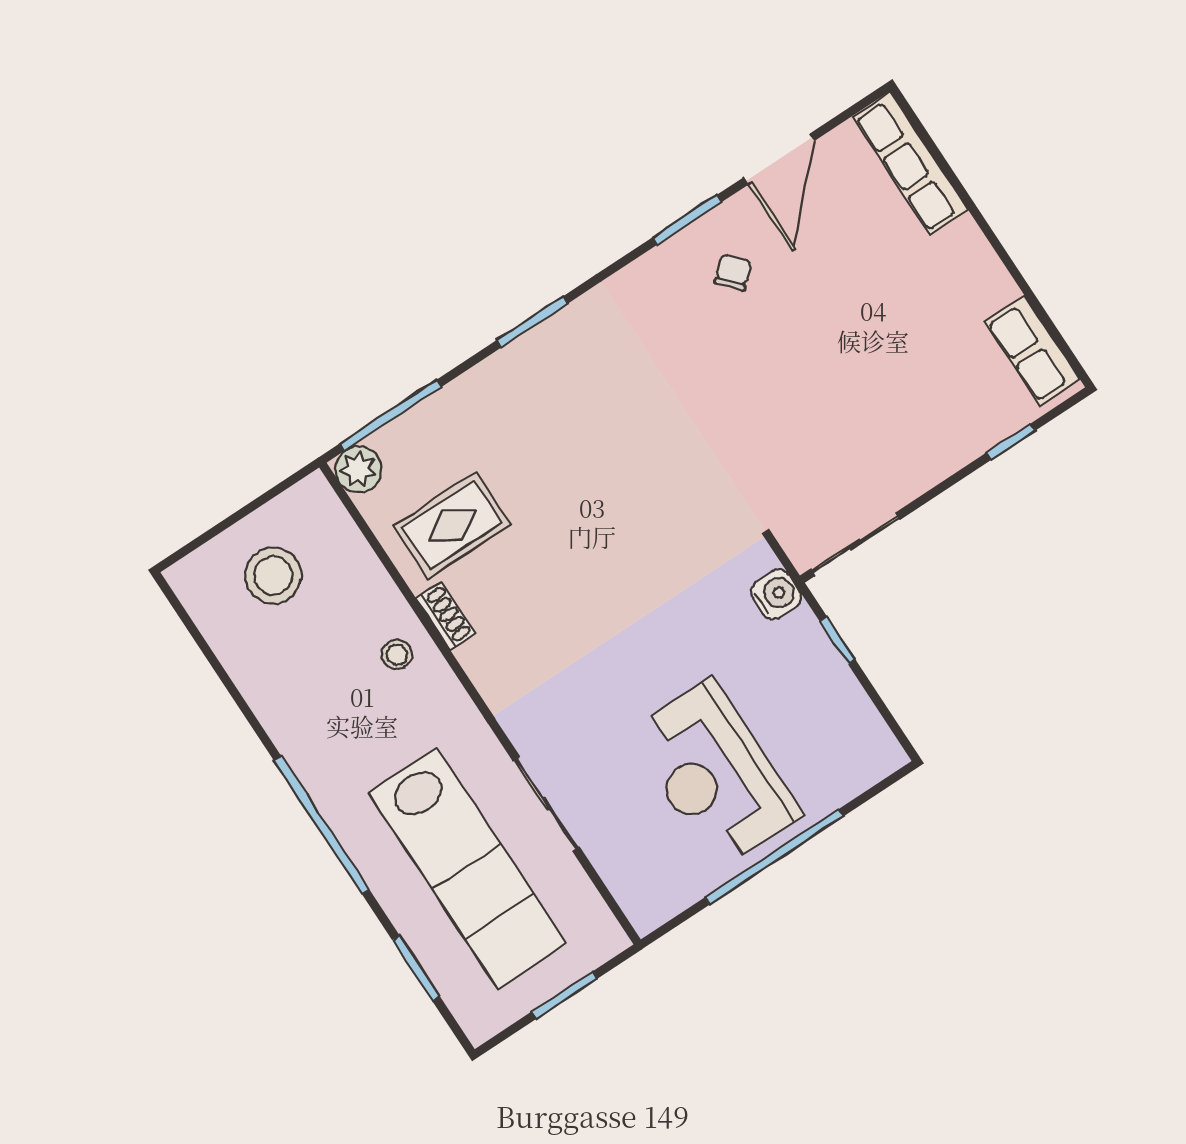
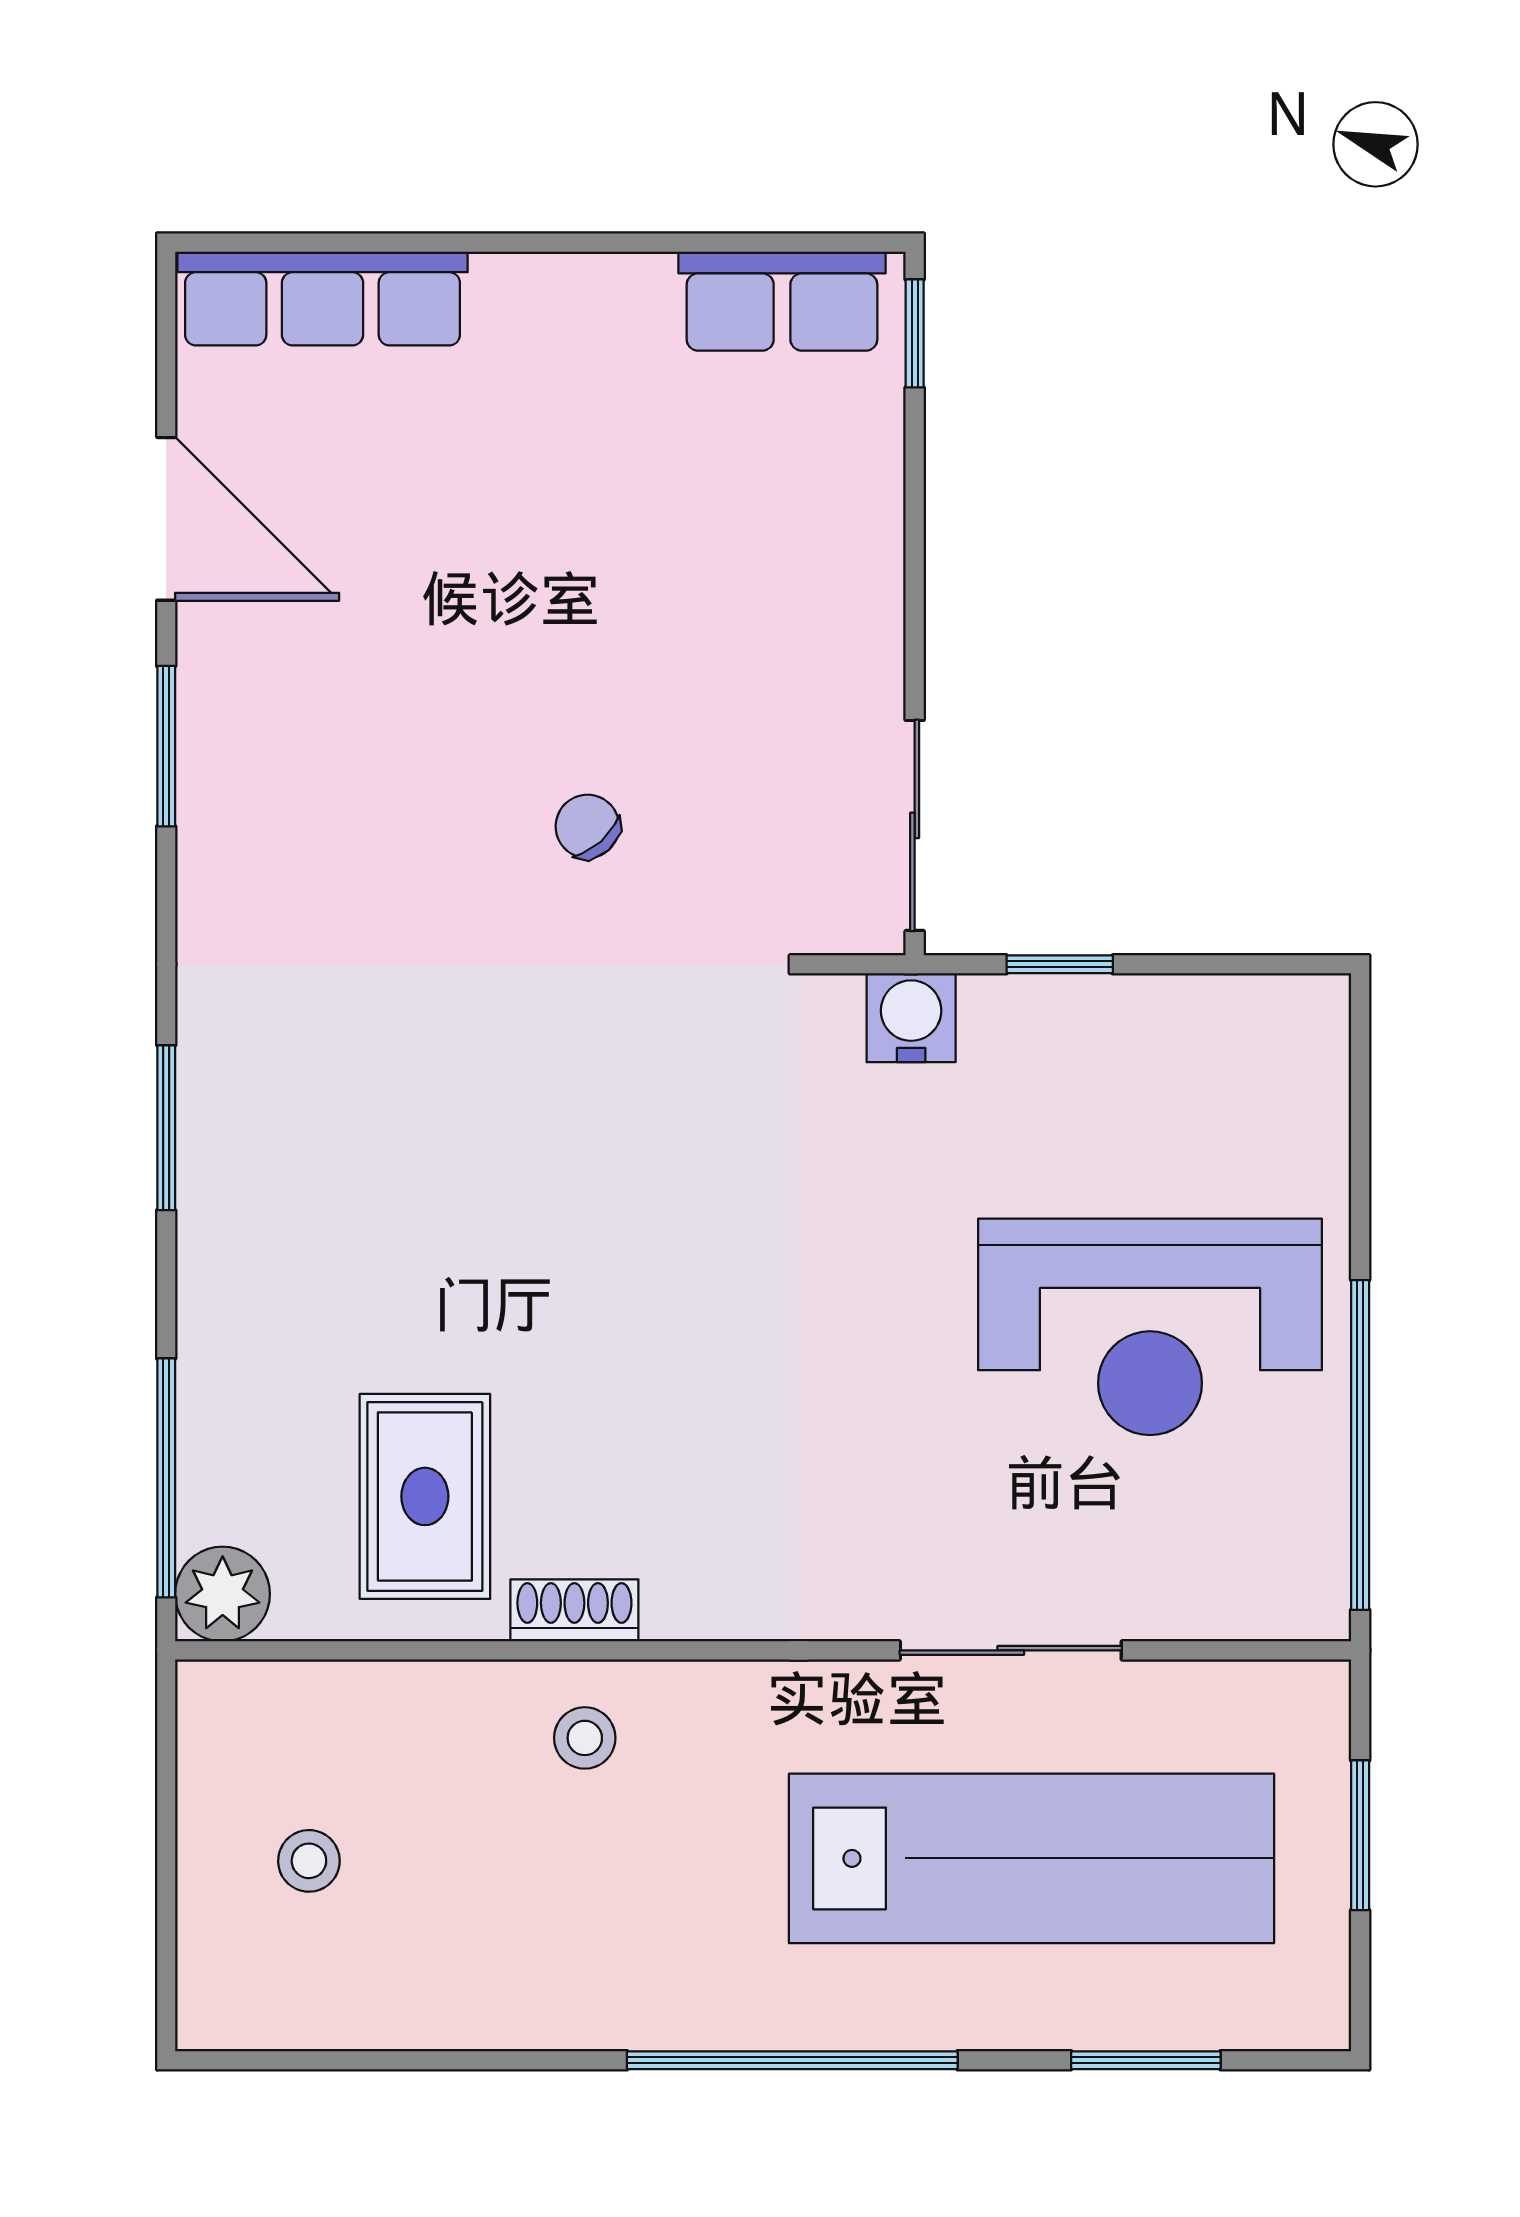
chair: (733, 272) -> (587, 826), moved
window: (1011, 442) -> (915, 333), moved
stool: (273, 576) -> (309, 1861), width x0.53, depth x0.53
window: (774, 857) -> (1360, 1445), moved

